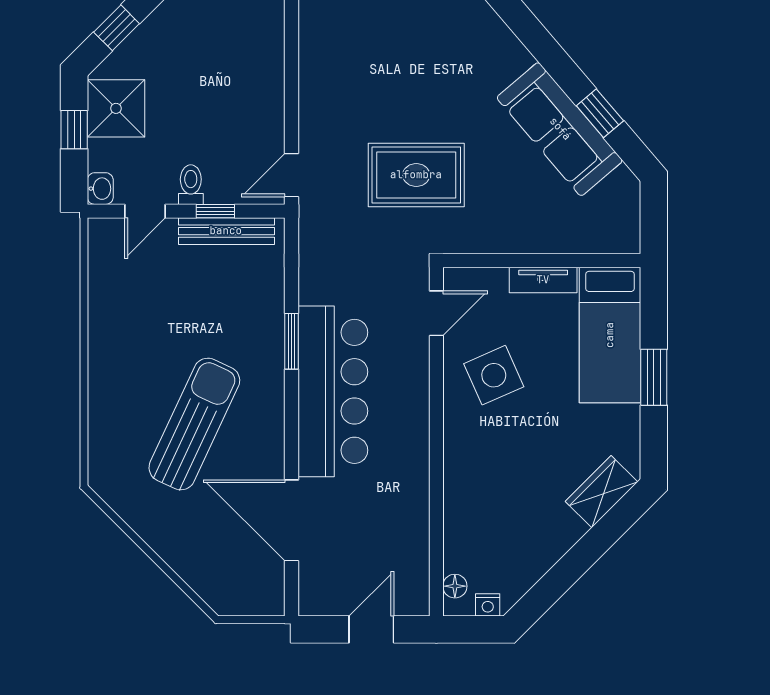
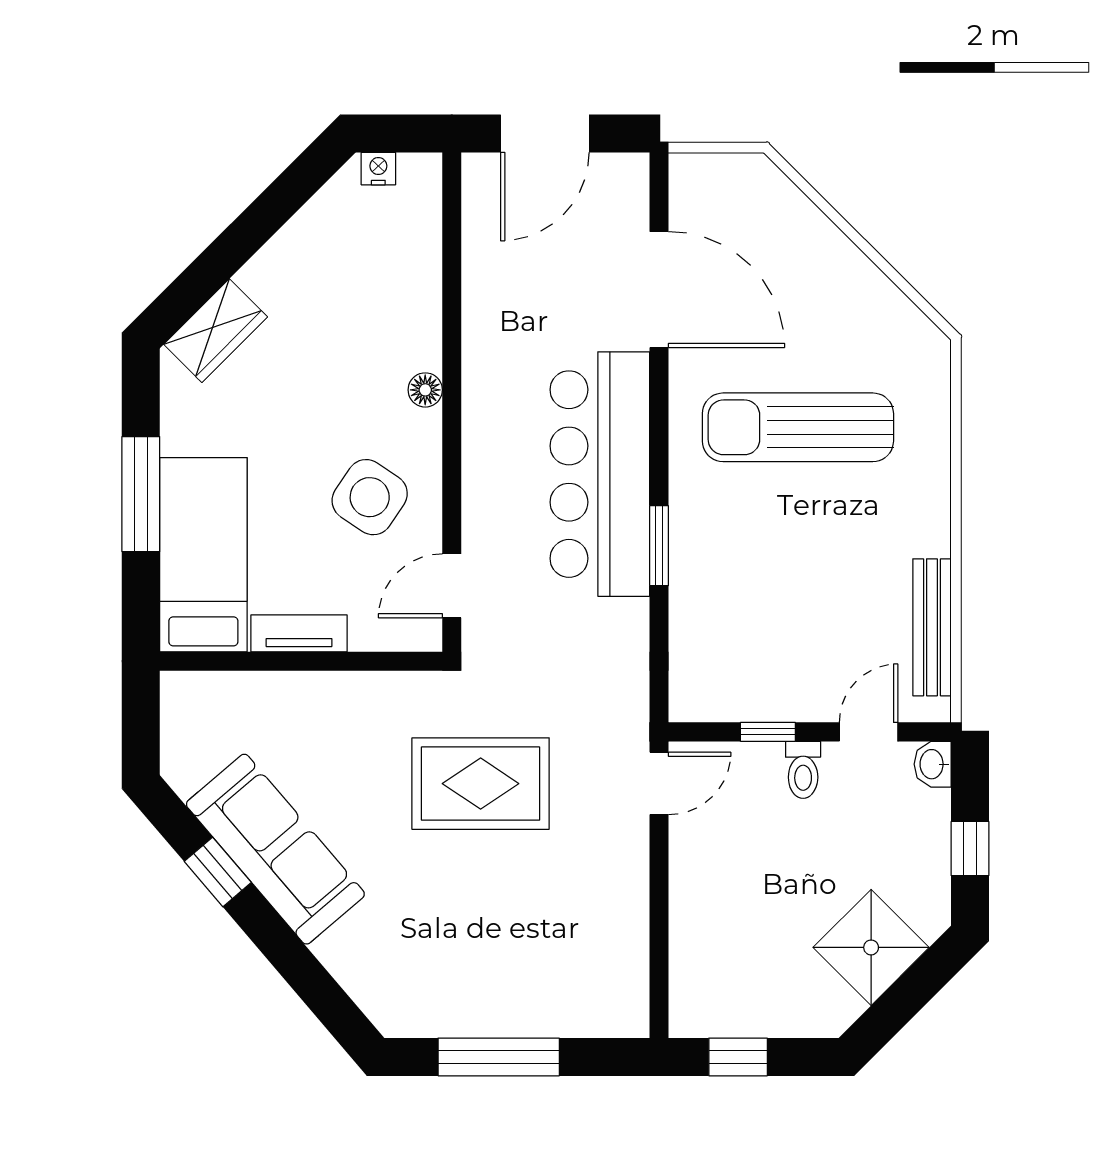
window: (117, 28) -> (909, 994), removed
shower: (116, 108) -> (871, 947), moved, turned 45
bench: (226, 231) -> (932, 627), moved, turned 90
side table: (494, 375) -> (370, 497), turned -32
window: (654, 377) -> (141, 494), width x1.44
sun lounger: (194, 424) -> (798, 427), turned 65
floor lamp: (455, 586) -> (425, 390), moved
door: (371, 629) -> (545, 134), width x1.38

